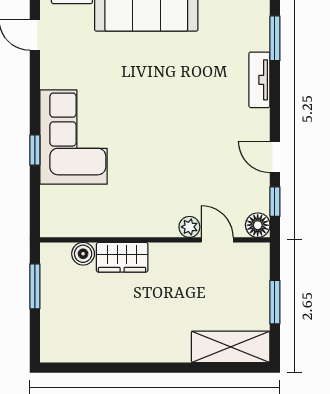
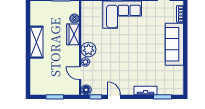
door: (275, 157) -> (114, 97), hinge flipped
plant: (159, 219) -> (88, 50), added
door: (217, 240) -> (80, 73), swing flipped
shelving: (231, 347) -> (36, 42), moved

